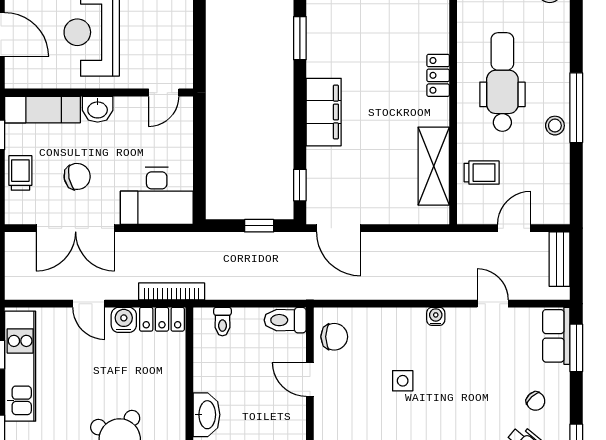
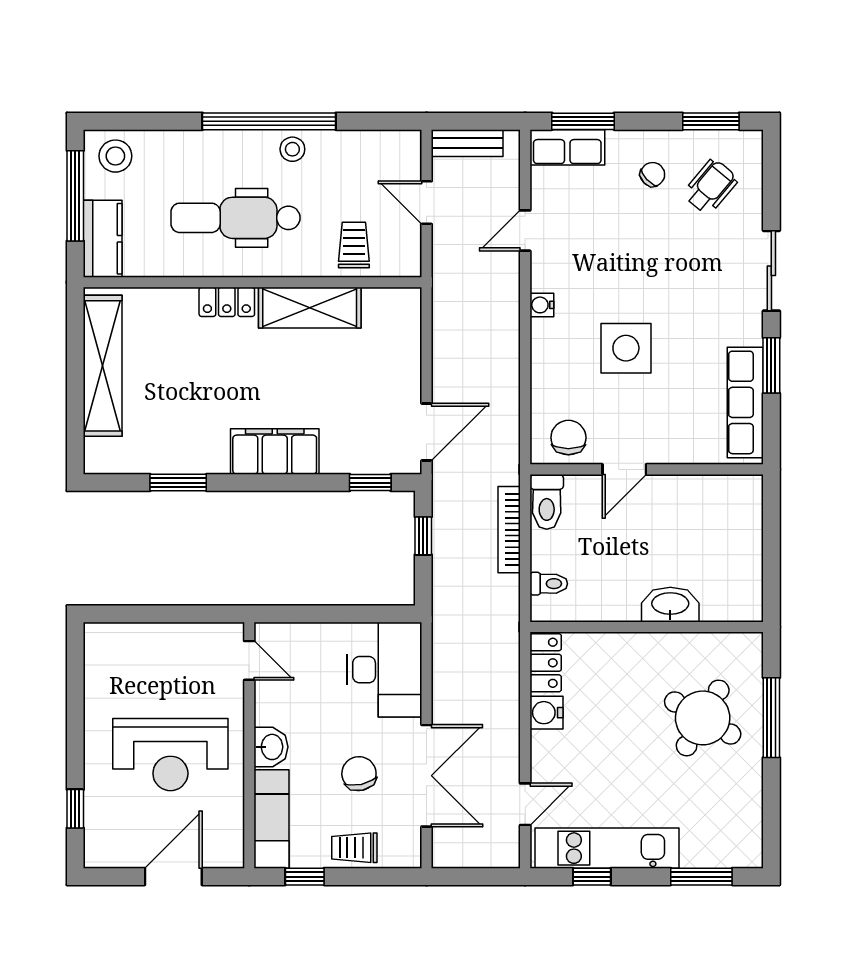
window: (576, 108) -> (269, 121), width x1.46
shelving: (434, 166) -> (310, 308), moved
bookcase: (172, 291) -> (509, 530), moved
door: (89, 304) -> (525, 804), moved
side table: (403, 381) -> (626, 348), width x1.87, depth x1.87

